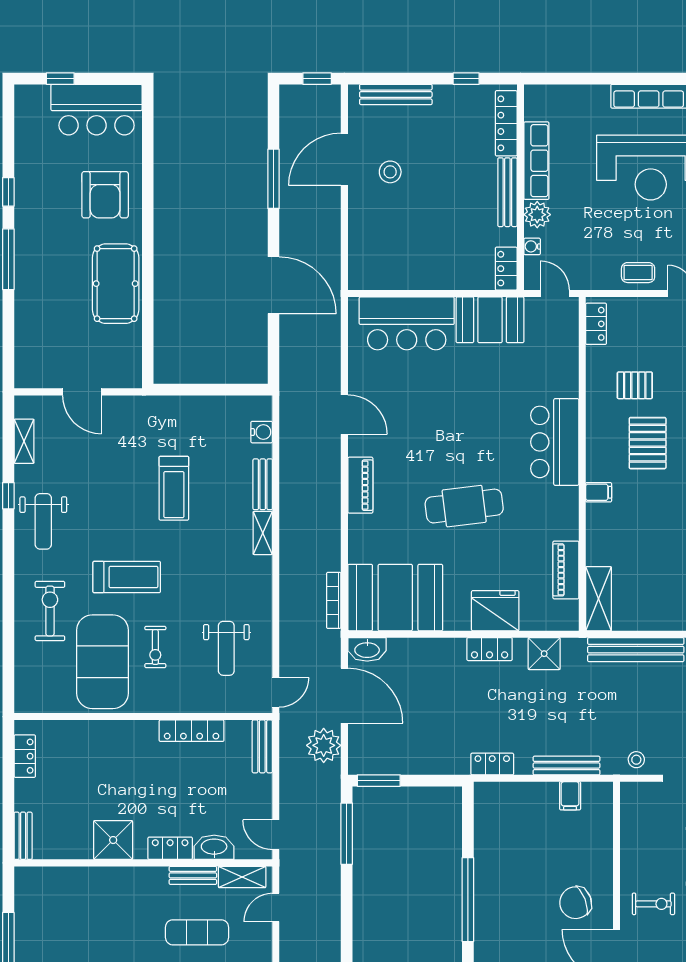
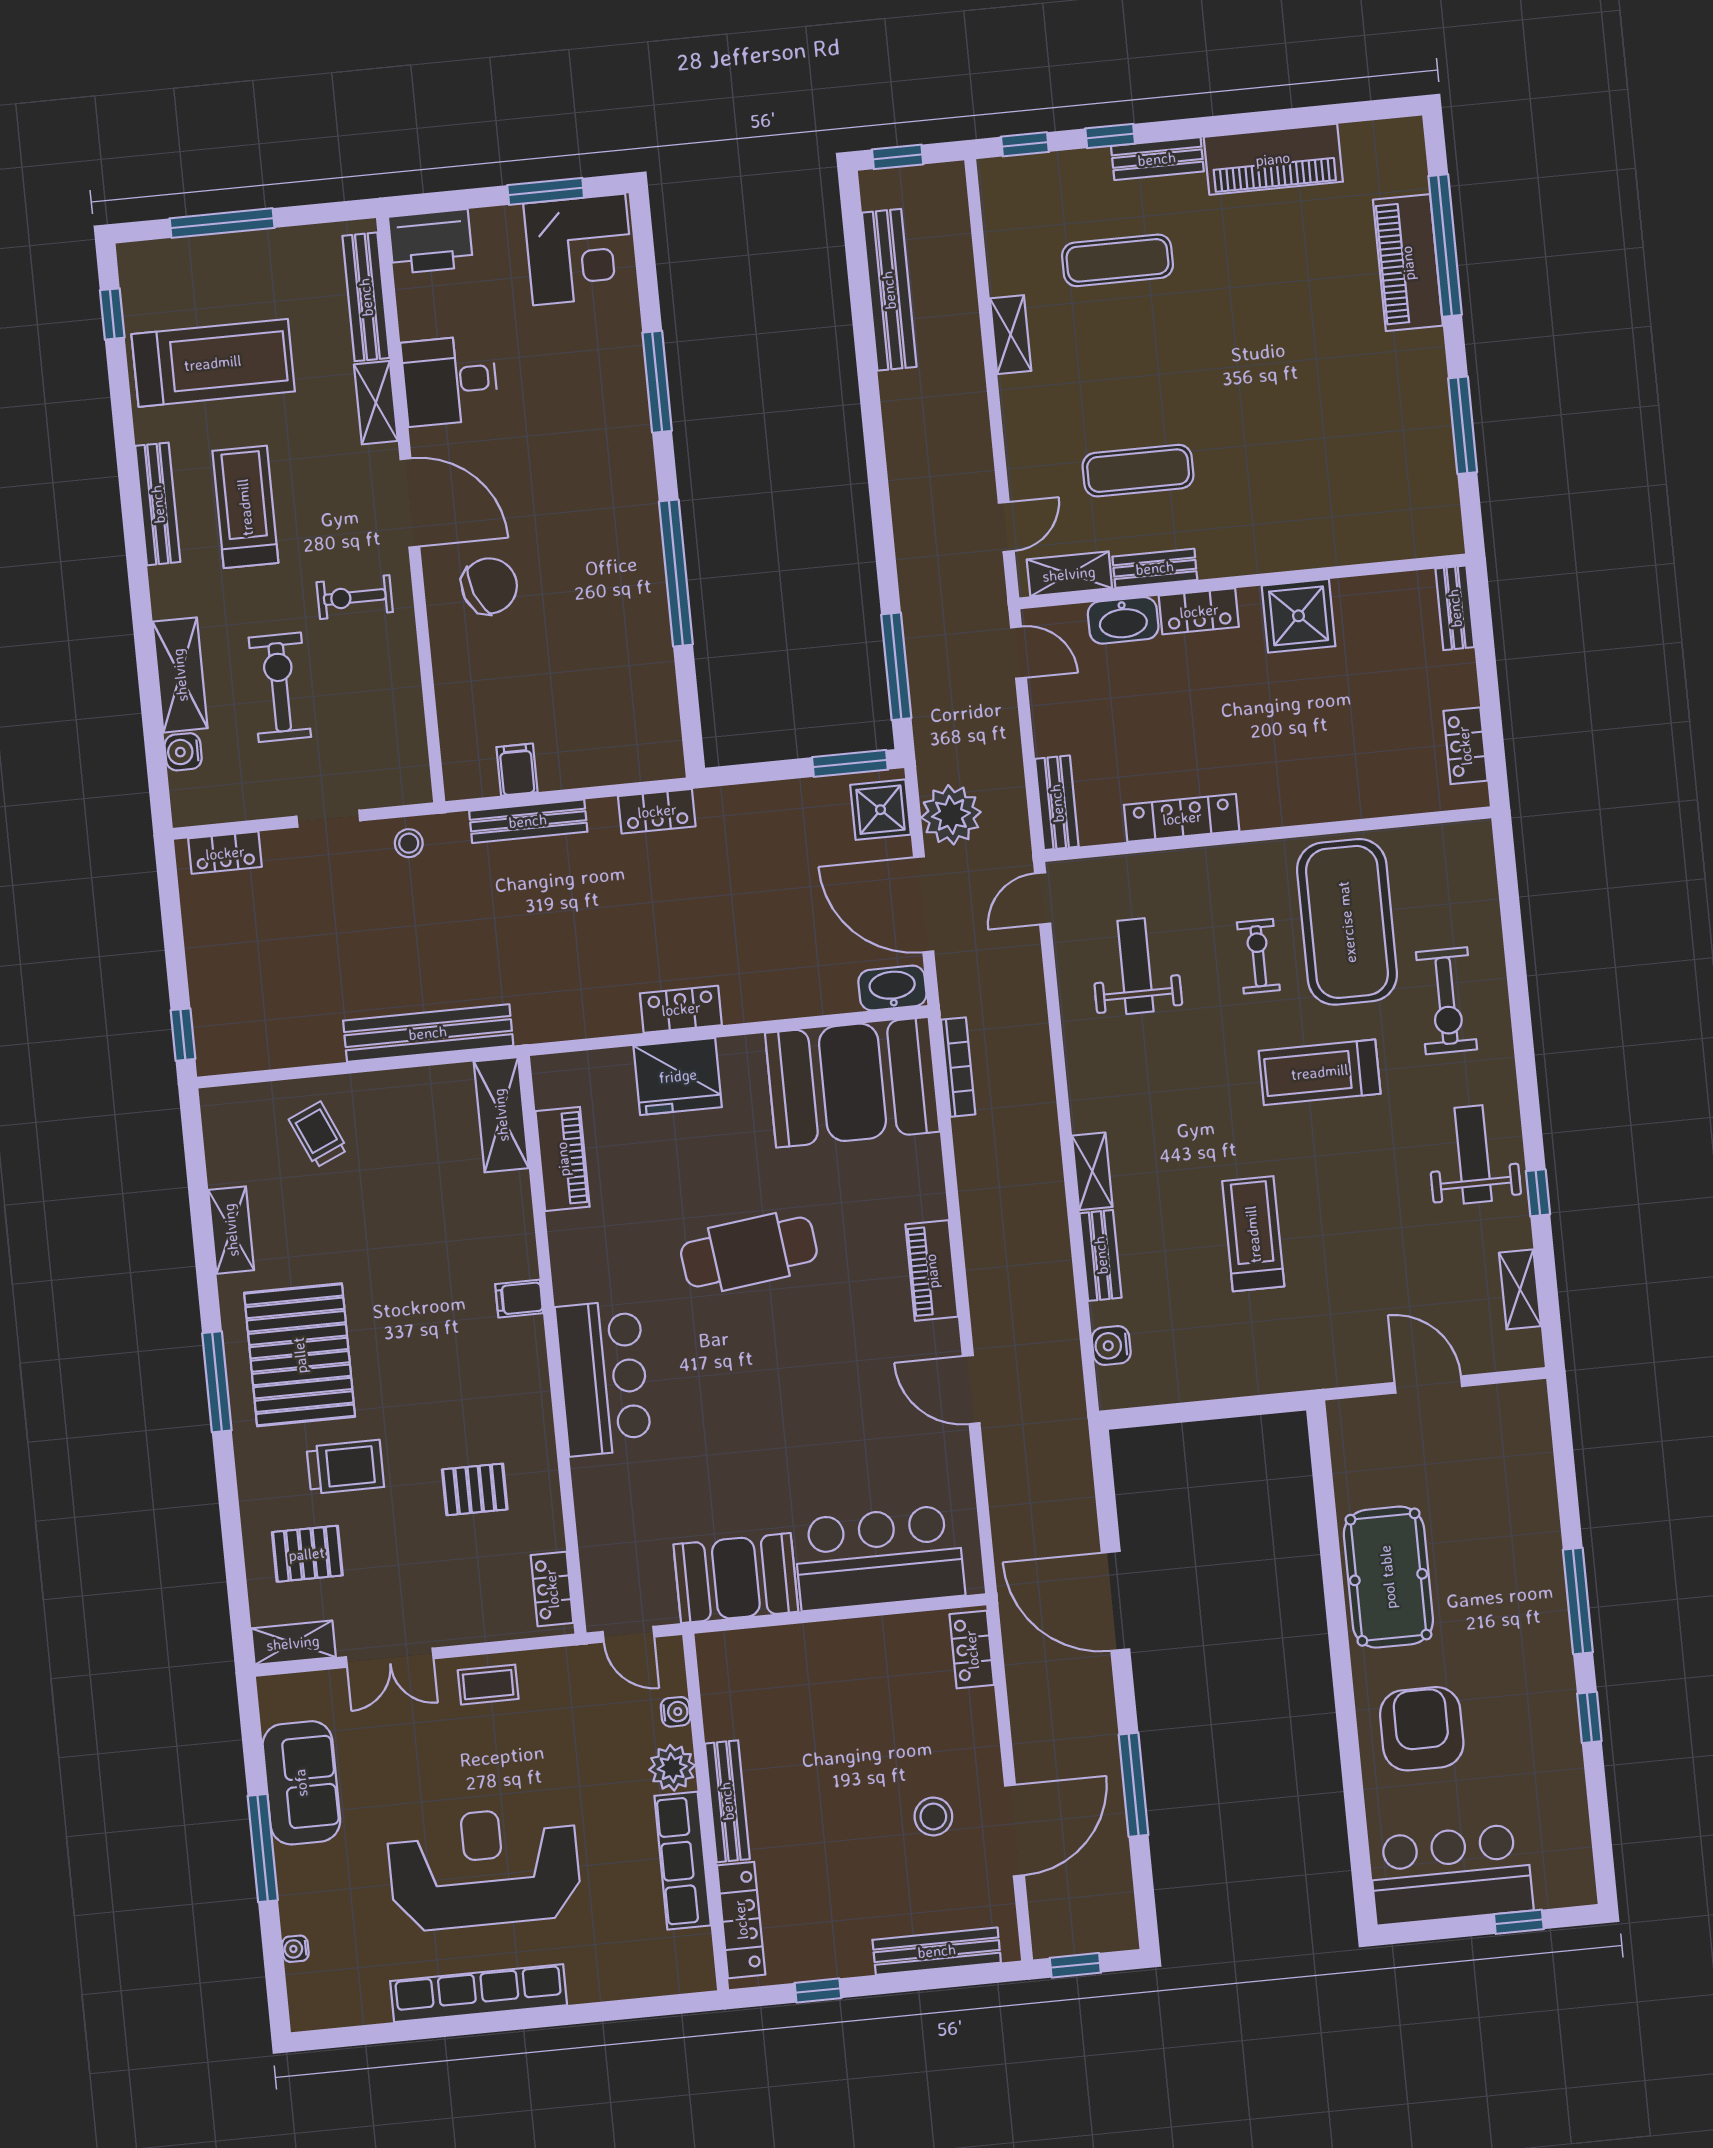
locker: (506, 269) -> (972, 1650), moved, turned 180
pallet: (648, 443) -> (443, 1392), removed
shower: (544, 654) -> (881, 810), moved

